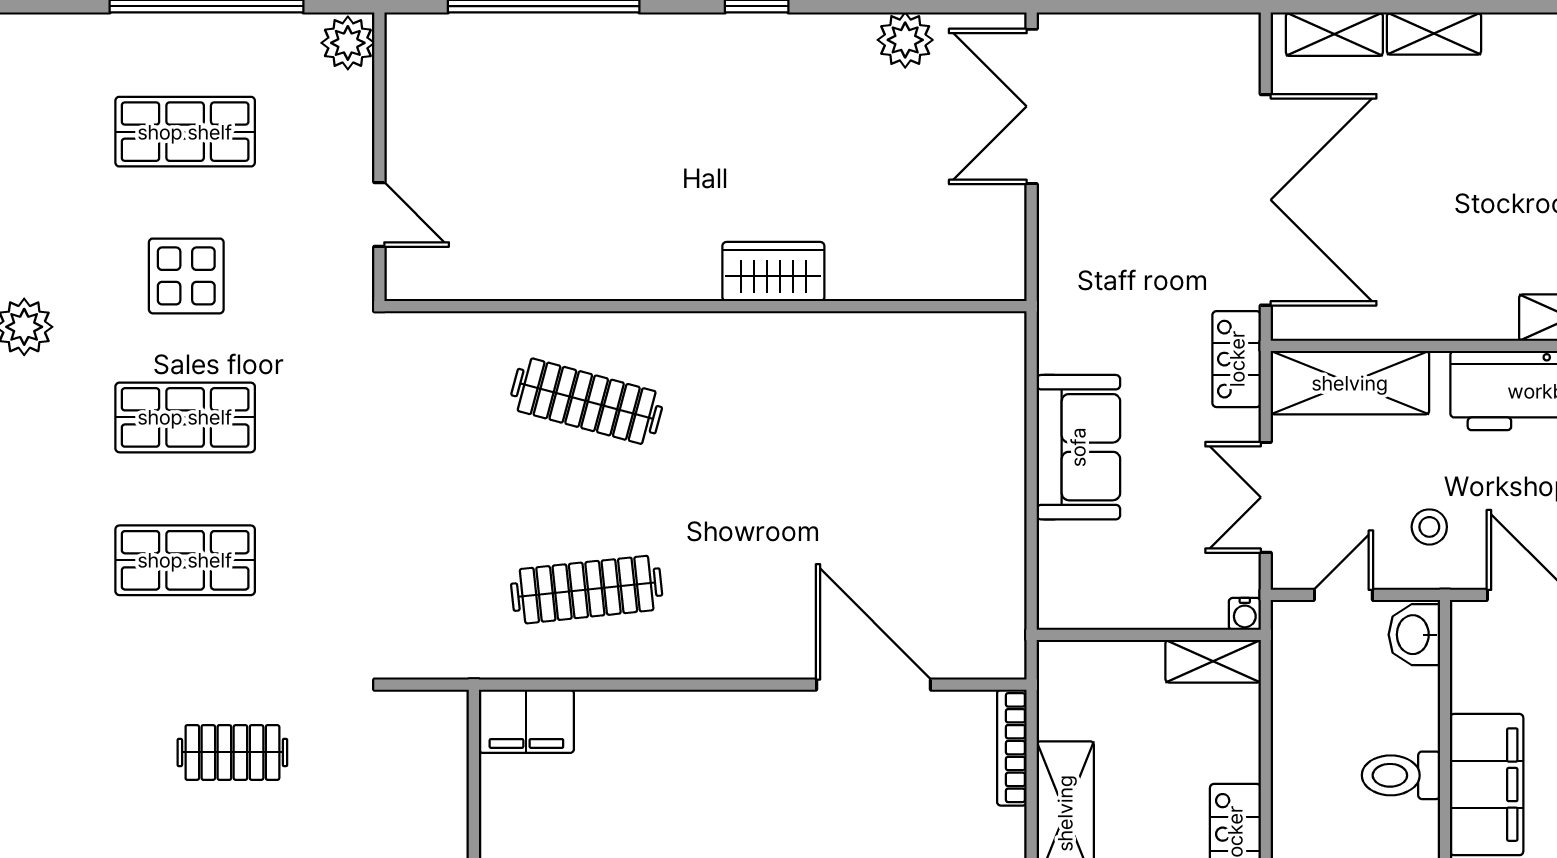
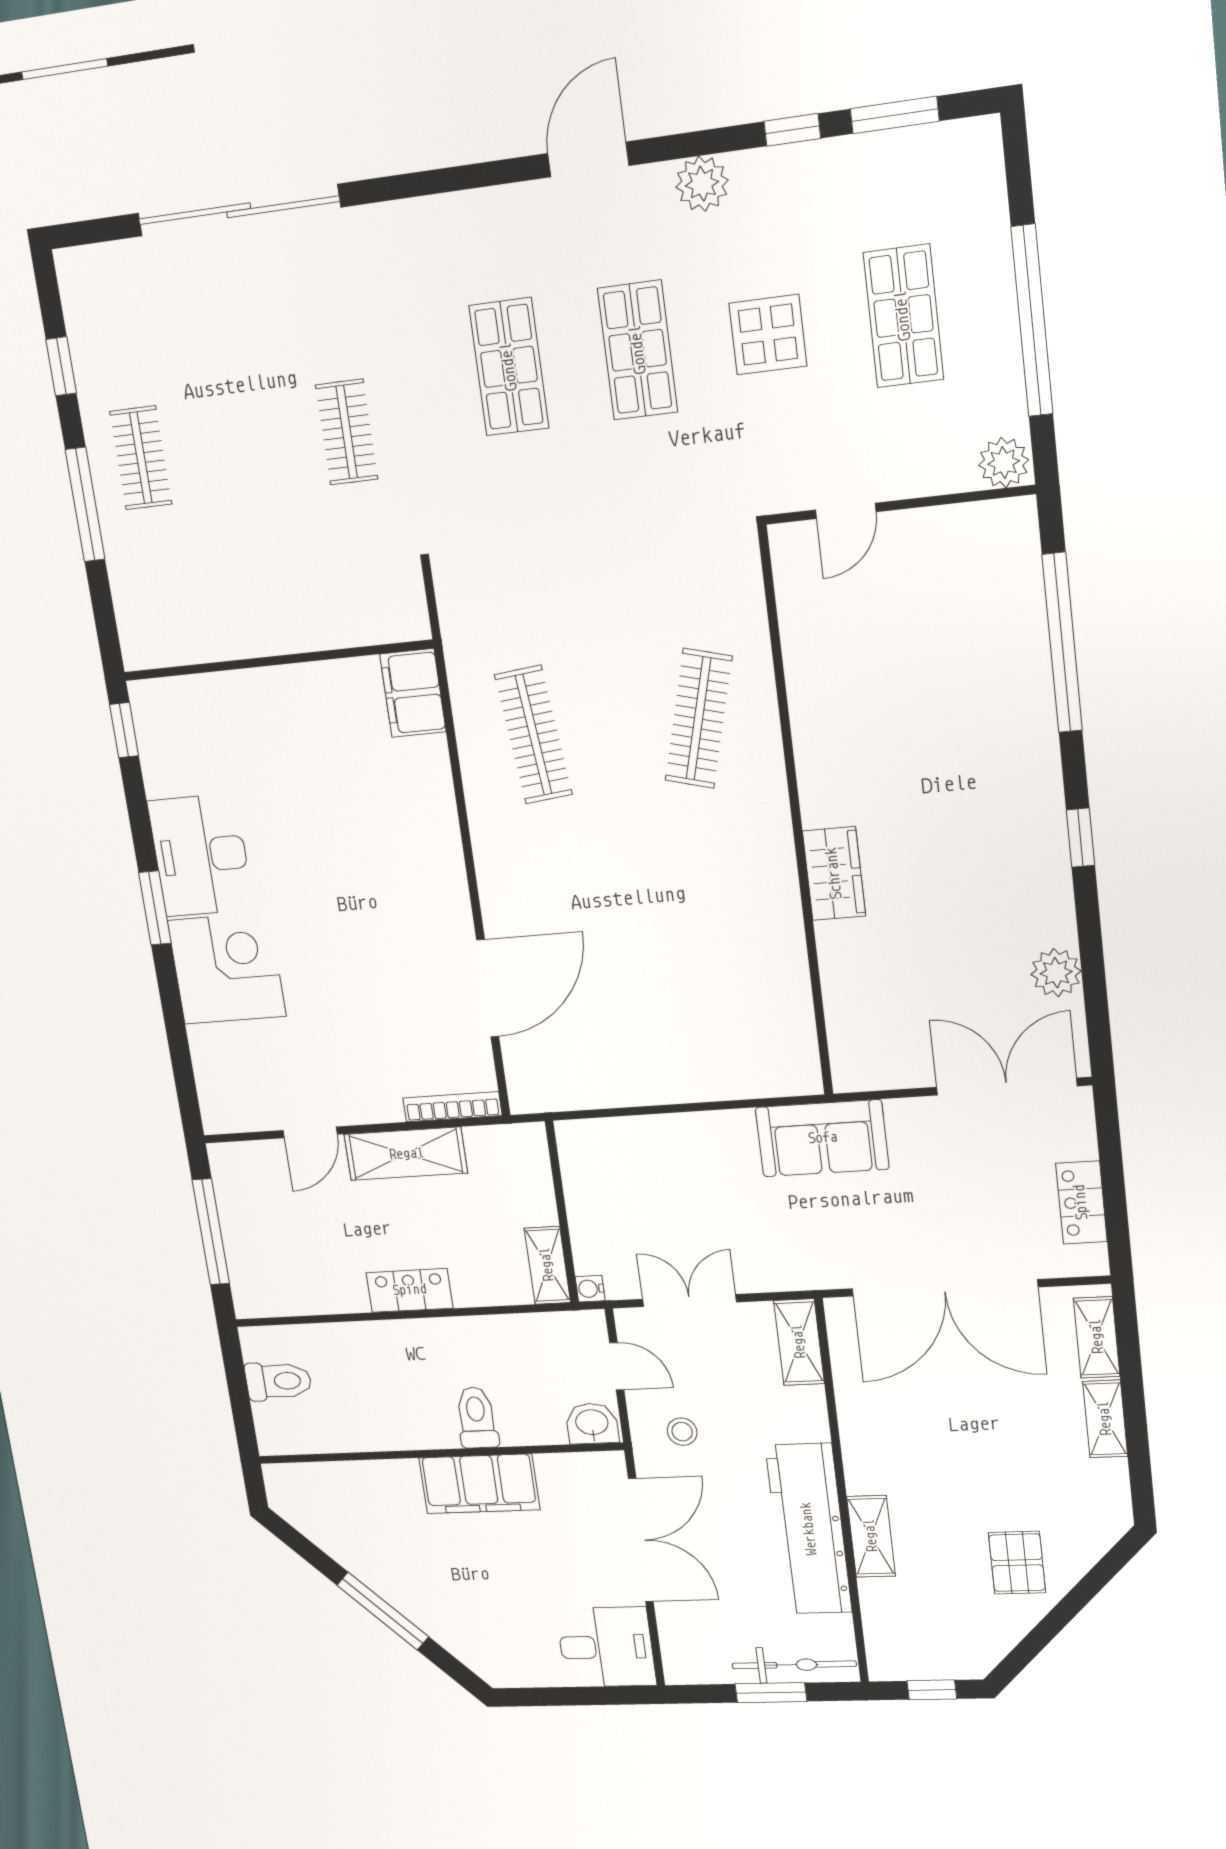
locker: (1237, 359) -> (1081, 1203), moved, turned -90
shelving: (1350, 383) -> (799, 1342), width x0.67, depth x0.75
sofa: (1078, 447) -> (822, 1138), moved

